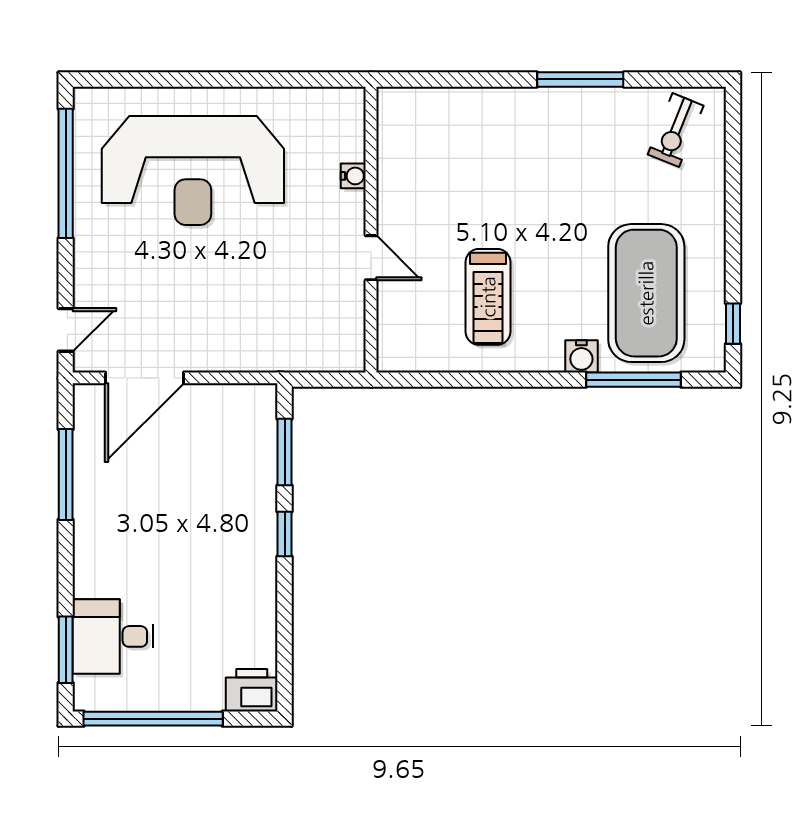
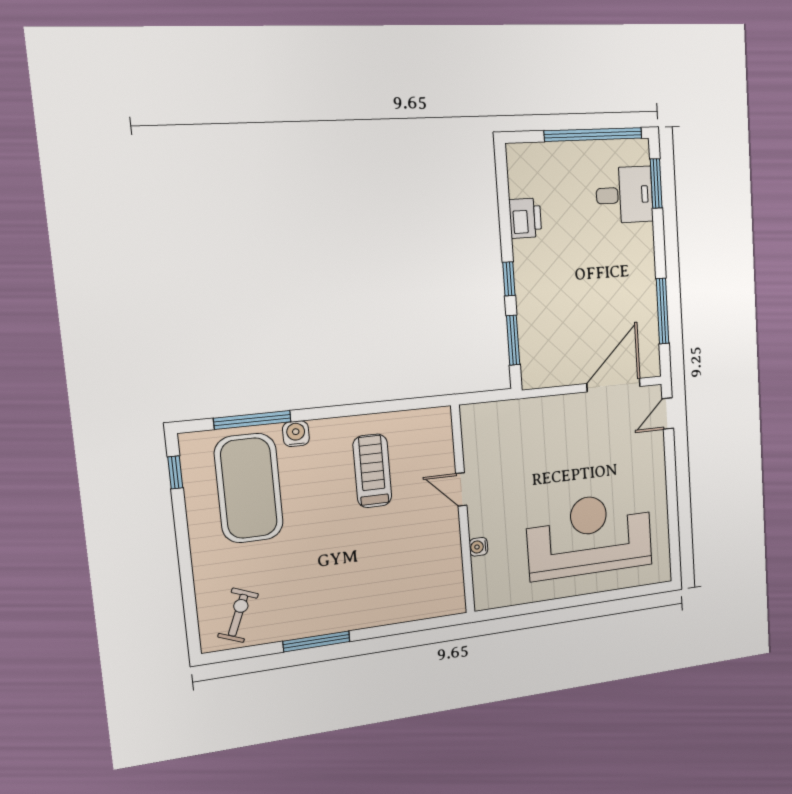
window: (66, 173) -> (673, 522), removed
printer: (252, 690) -> (525, 218), moved, turned -90

